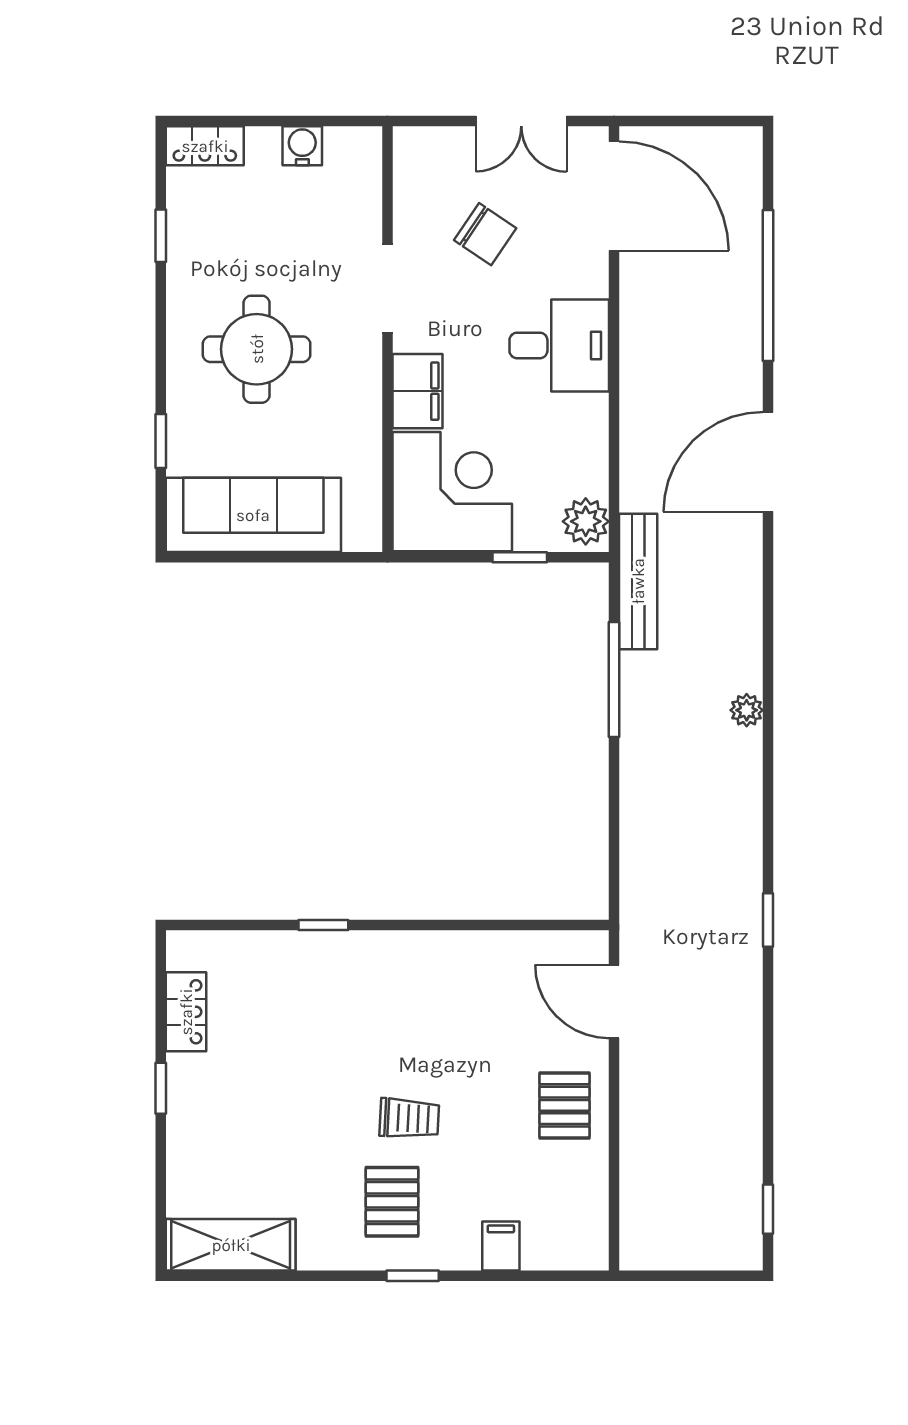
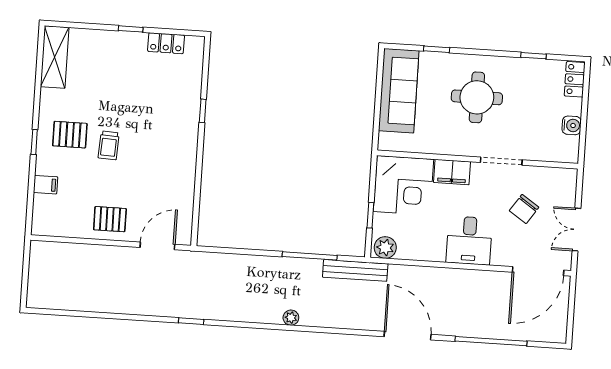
window: (768, 1209) -> (55, 312), removed

